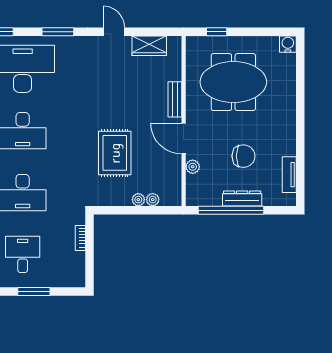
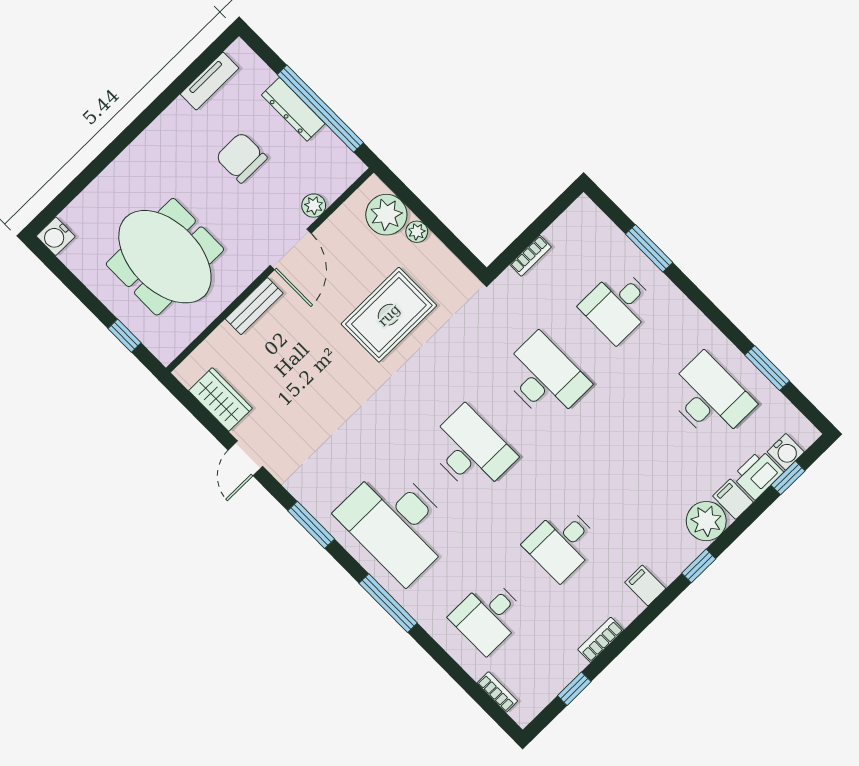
plant: (153, 200) -> (386, 215), width x1.88, depth x1.88

